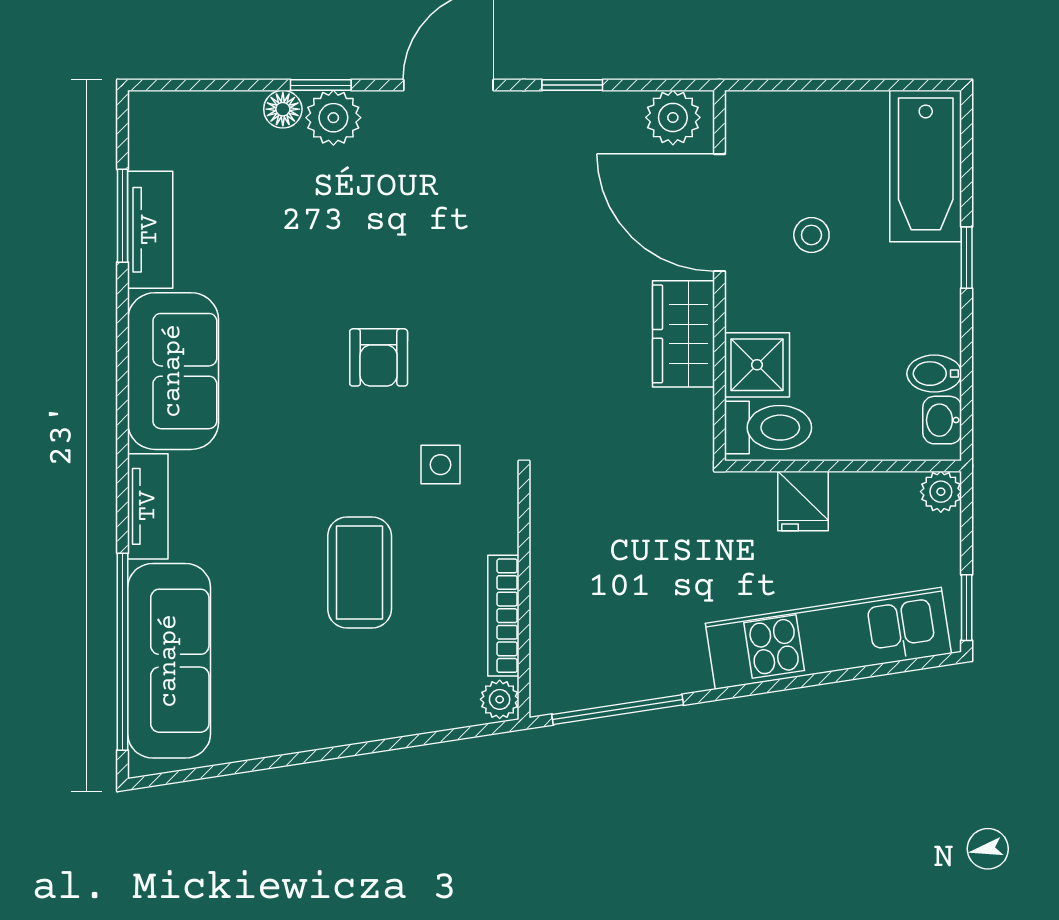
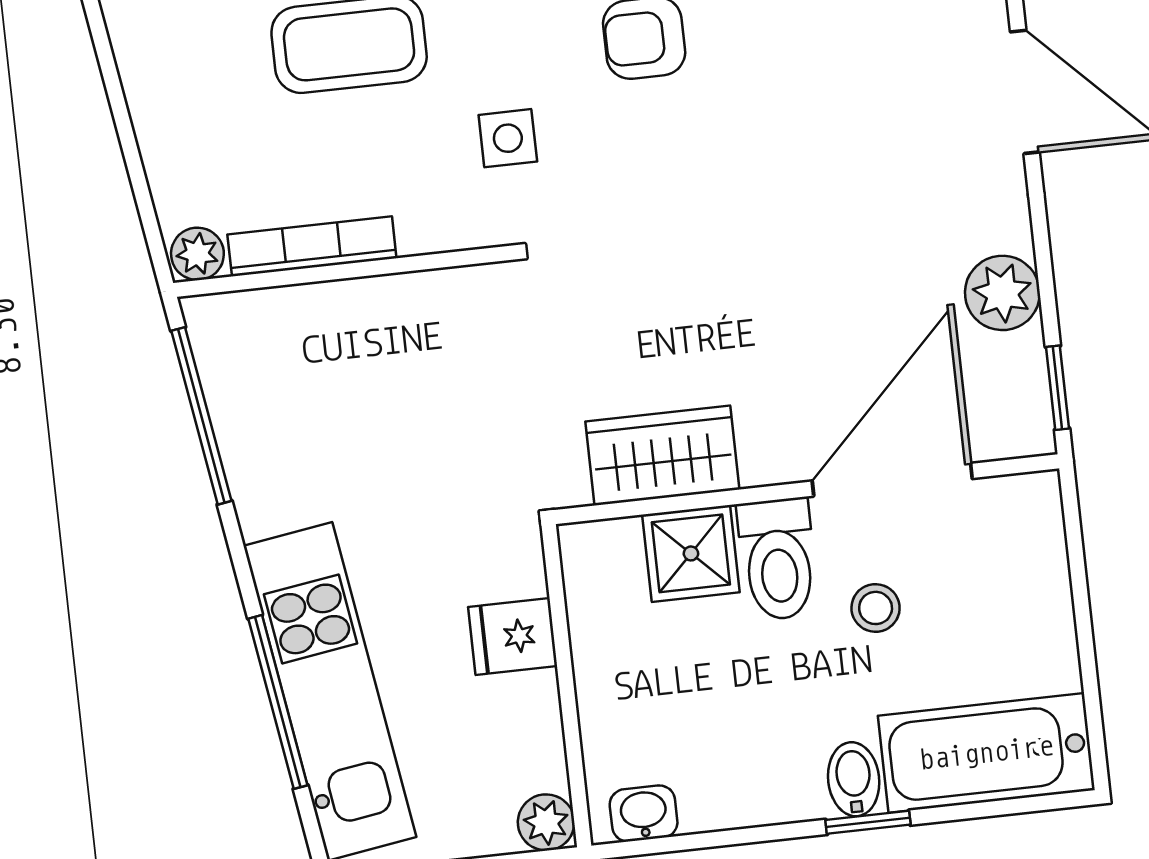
window: (572, 85) -> (1058, 388), moved
plant: (673, 117) -> (1002, 293), moved
wardrobe: (684, 334) -> (662, 455), moved
bidet: (934, 374) -> (854, 779), moved
toilet: (768, 428) -> (778, 559), moved
window: (832, 677) -> (278, 702), added

